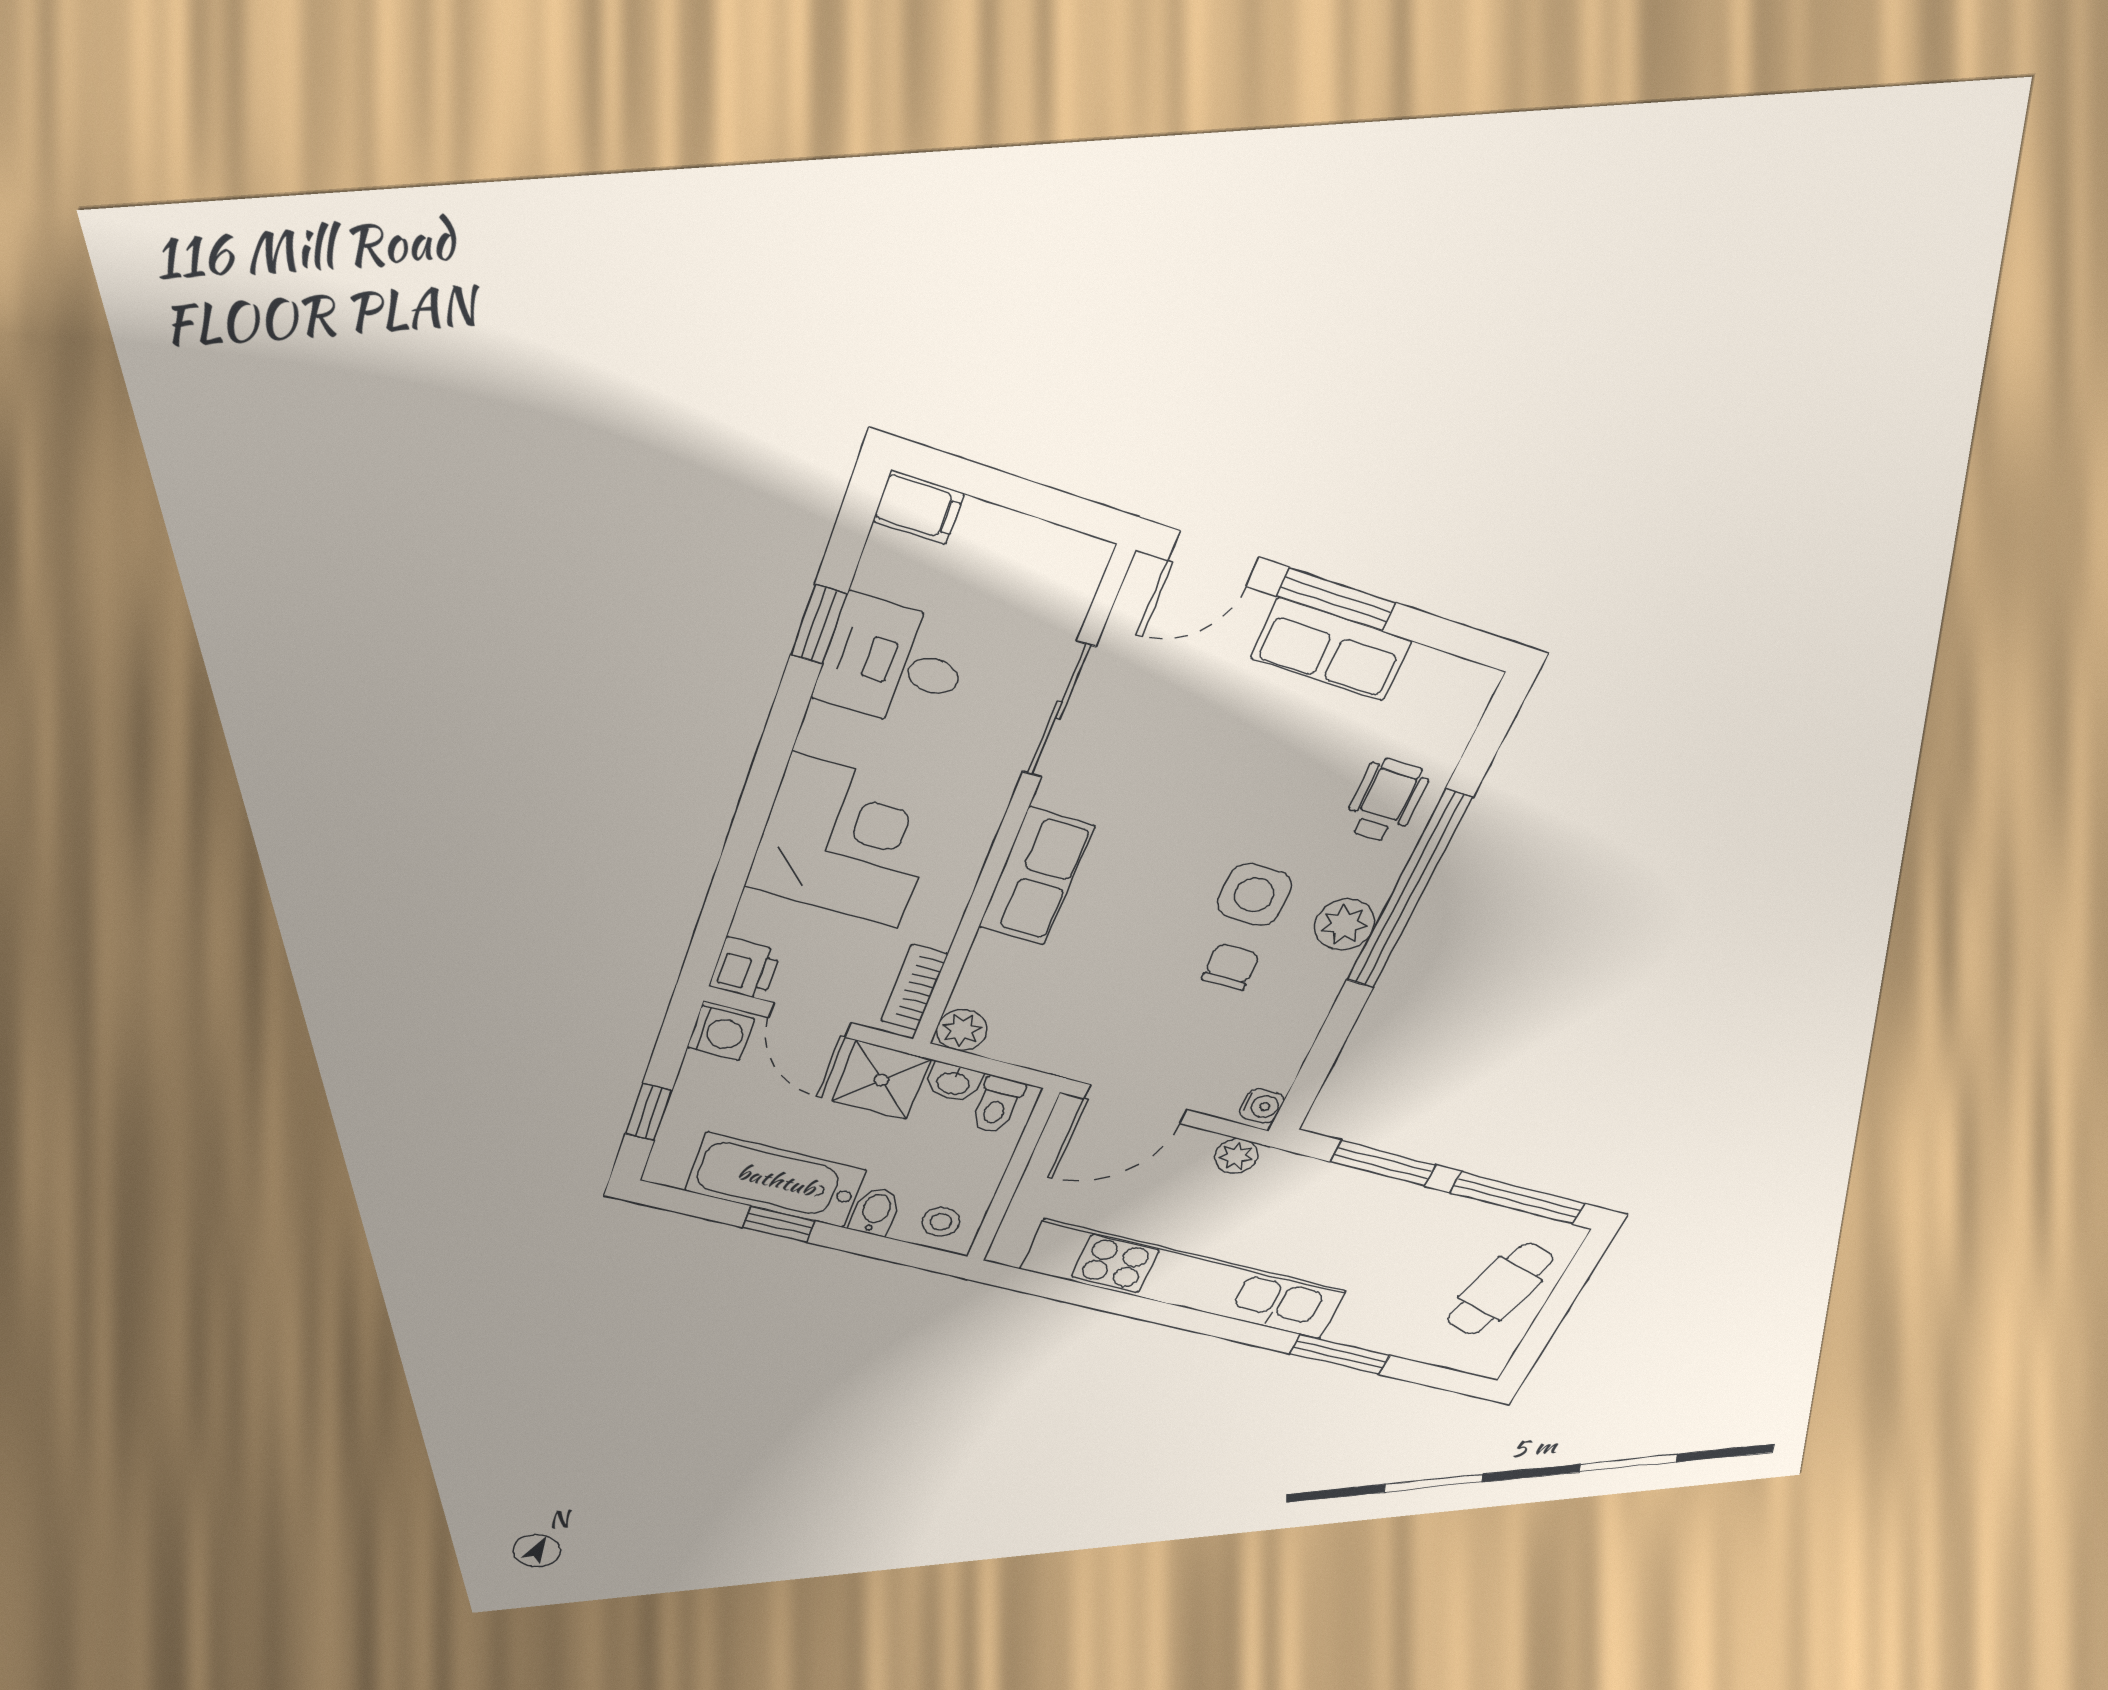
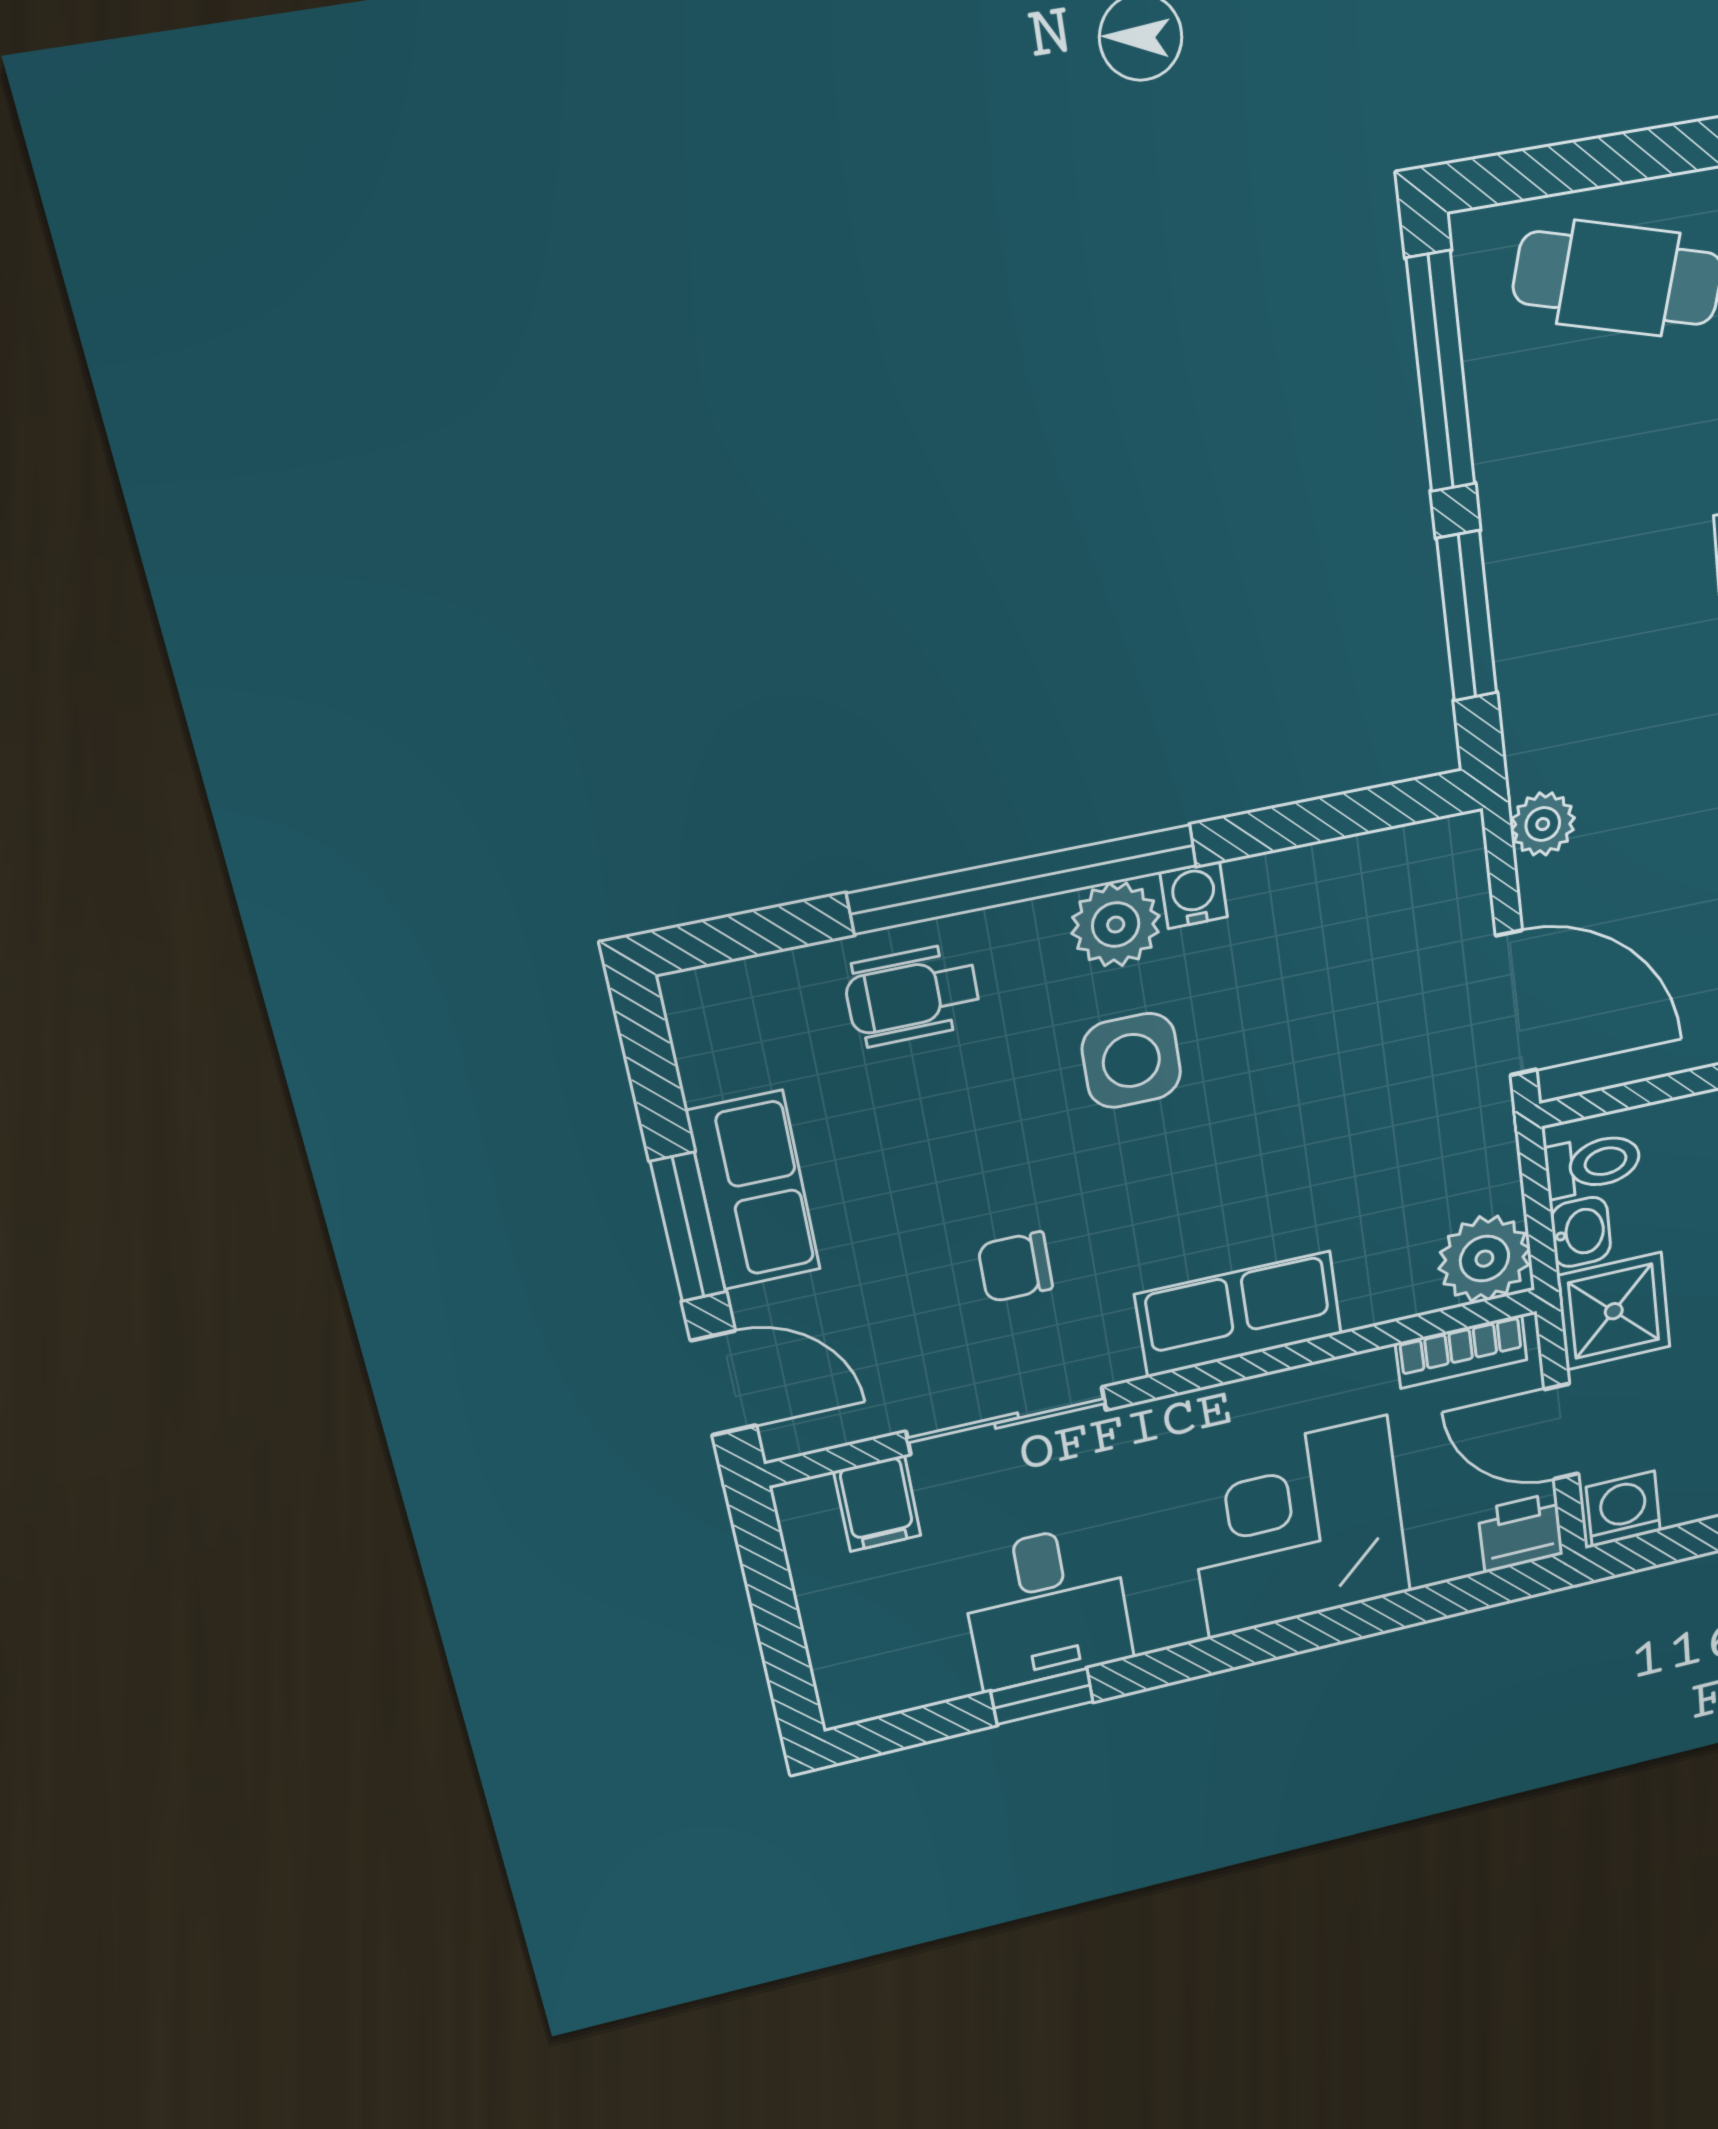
filing cabinet: (919, 507) -> (877, 1504), moved, turned 180
chair: (1231, 967) -> (1015, 1267), moved
door: (810, 1020) -> (1561, 1432), swing flipped
plant: (962, 1030) -> (1484, 1259), width x1.38, depth x1.38
water cooler: (1262, 1106) -> (1194, 895), moved

